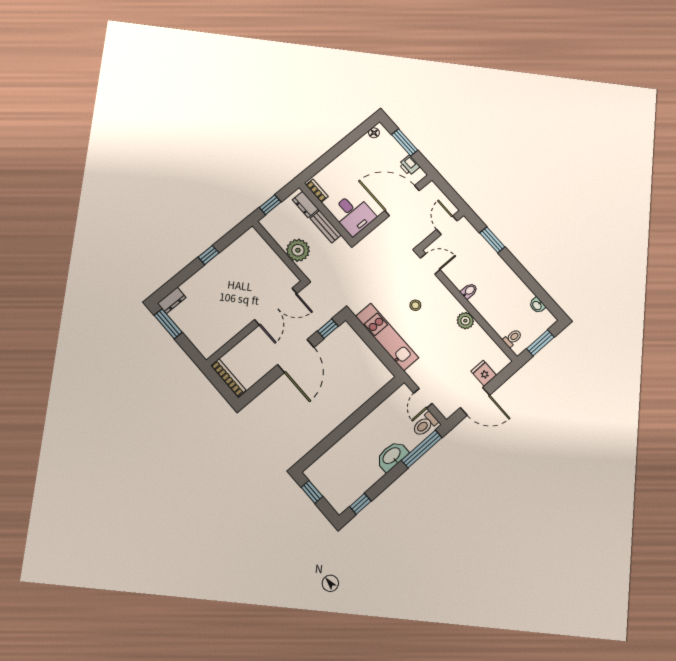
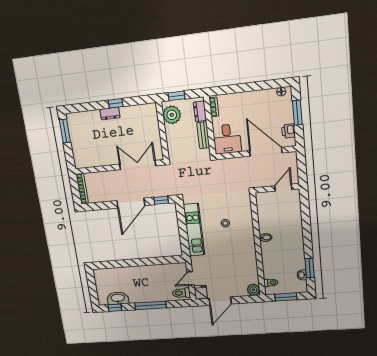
window: (492, 240) -> (310, 268), moved
plant: (298, 250) -> (172, 115), moved
door: (430, 264) -> (254, 205), removed
dresser: (172, 300) -> (110, 113), moved
double door: (276, 307) -> (138, 165), swing flipped
plant: (465, 321) -> (253, 290), moved
fridge: (484, 373) -> (201, 292), moved
door: (475, 401) -> (220, 301), hinge flipped
window: (422, 449) -> (151, 305), moved
washbasin: (392, 456) -> (118, 298), moved
window: (312, 492) -> (92, 283), removed

